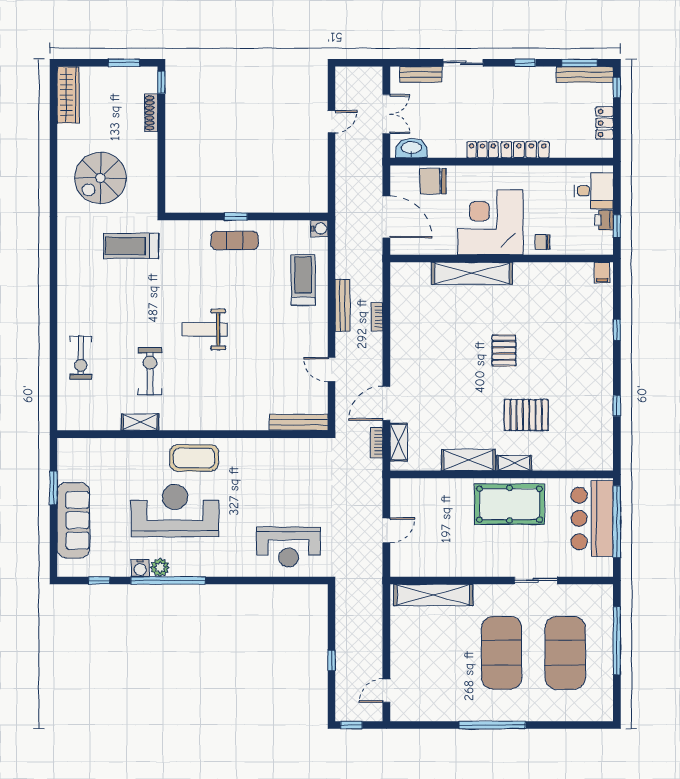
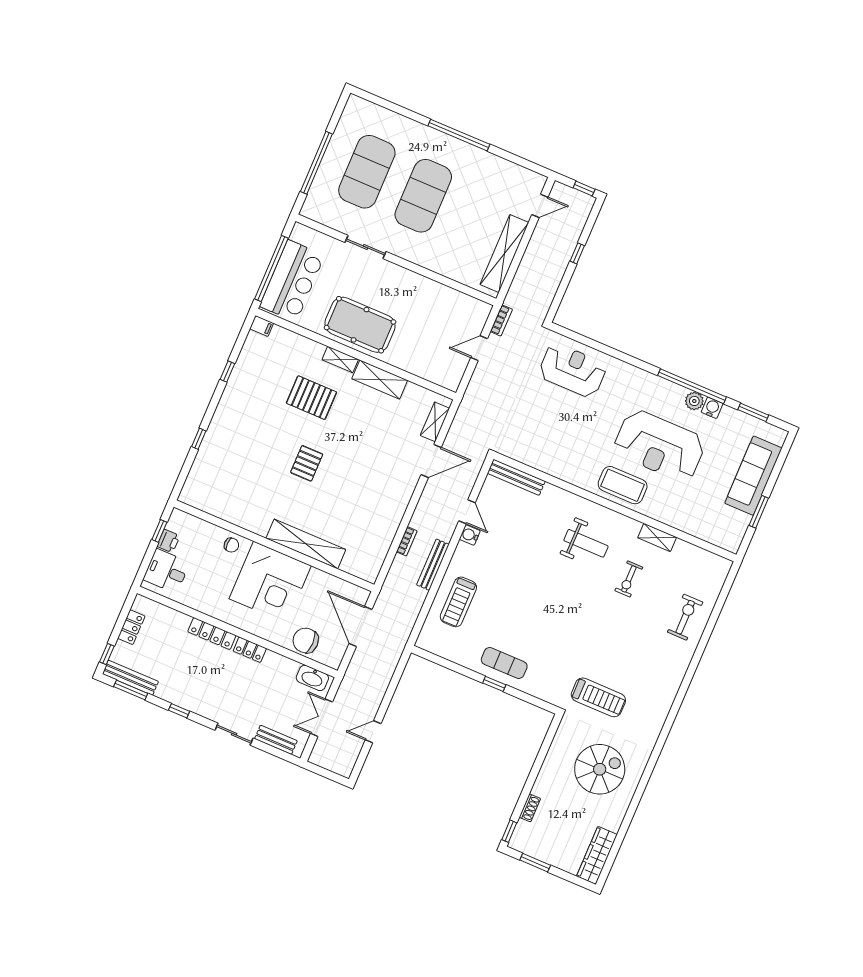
shoe rack: (151, 113) -> (530, 808), width x0.70
chair: (433, 181) -> (306, 640), turned 180
water cooler: (319, 229) -> (470, 535), moved
filing cabinet: (602, 273) -> (262, 326), moved, turned 90
weight bench: (205, 330) -> (586, 543), moved
exercise bike: (150, 371) -> (629, 579), width x0.73, depth x0.72
bookcase: (377, 443) -> (501, 320), moved
window: (99, 580) -> (753, 412), width x1.50
shelving: (433, 595) -> (504, 254), moved, turned 90

